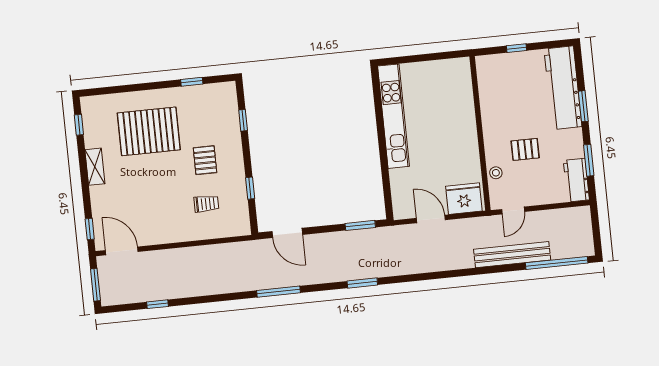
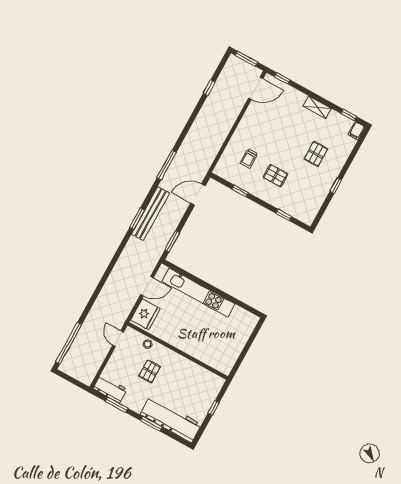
window: (192, 82) -> (336, 186), moved
filing cabinet: (91, 103) -> (357, 131), added
kitchen unit: (394, 116) -> (198, 292), moved
pallet: (149, 131) -> (316, 154), width x0.49, depth x0.50
bench: (512, 255) -> (151, 214), moved

